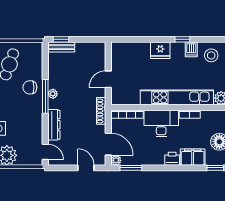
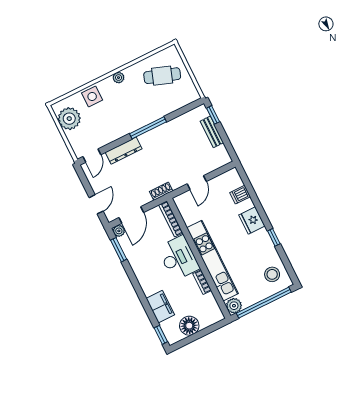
bench: (61, 47) -> (212, 132), moved
dishwasher: (191, 49) -> (240, 195), moved
door: (108, 79) -> (197, 183), swing flipped
chair: (30, 87) -> (149, 108), removed
plant: (53, 94) -> (154, 134), removed
shoe rack: (101, 111) -> (161, 191), width x0.70
printer: (172, 159) -> (148, 287), removed

